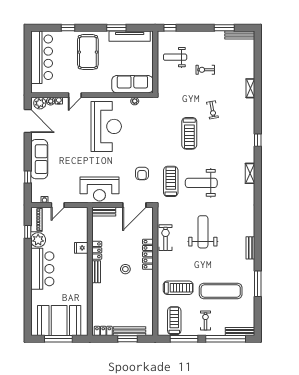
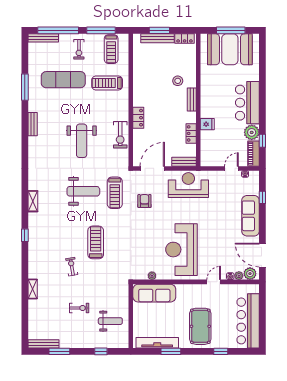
window: (170, 28) -> (101, 351), moved
locker: (97, 250) -> (191, 133), moved
locker: (148, 254) -> (138, 118), width x0.66
stool: (125, 269) -> (178, 81), moved

